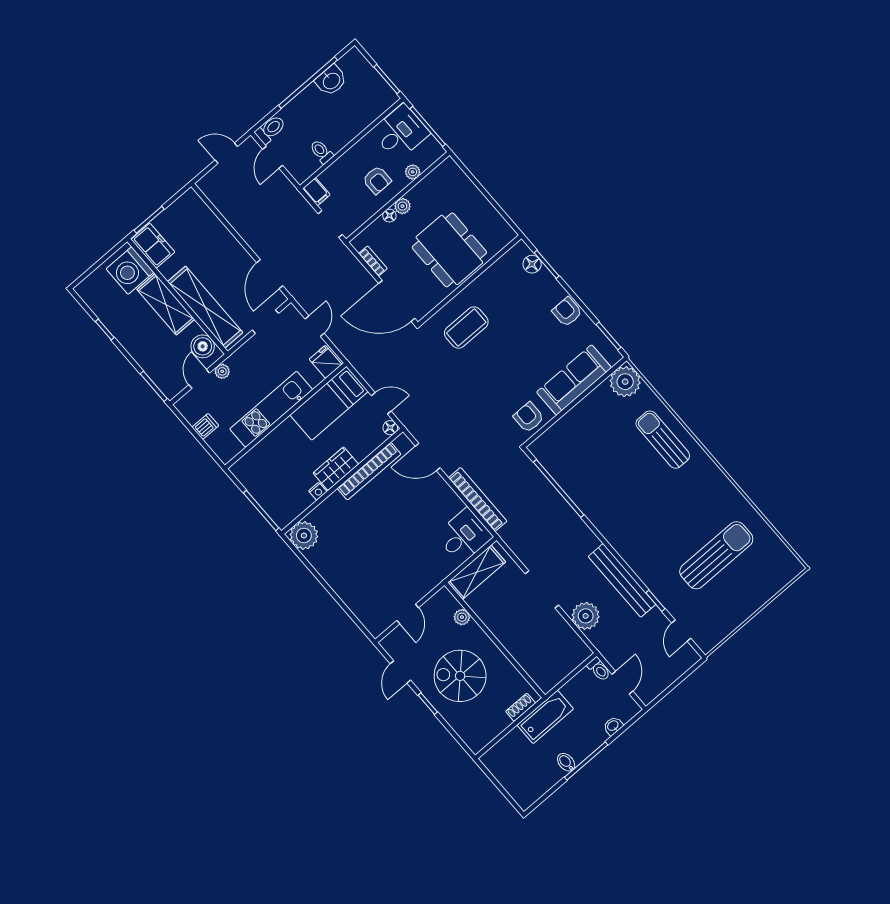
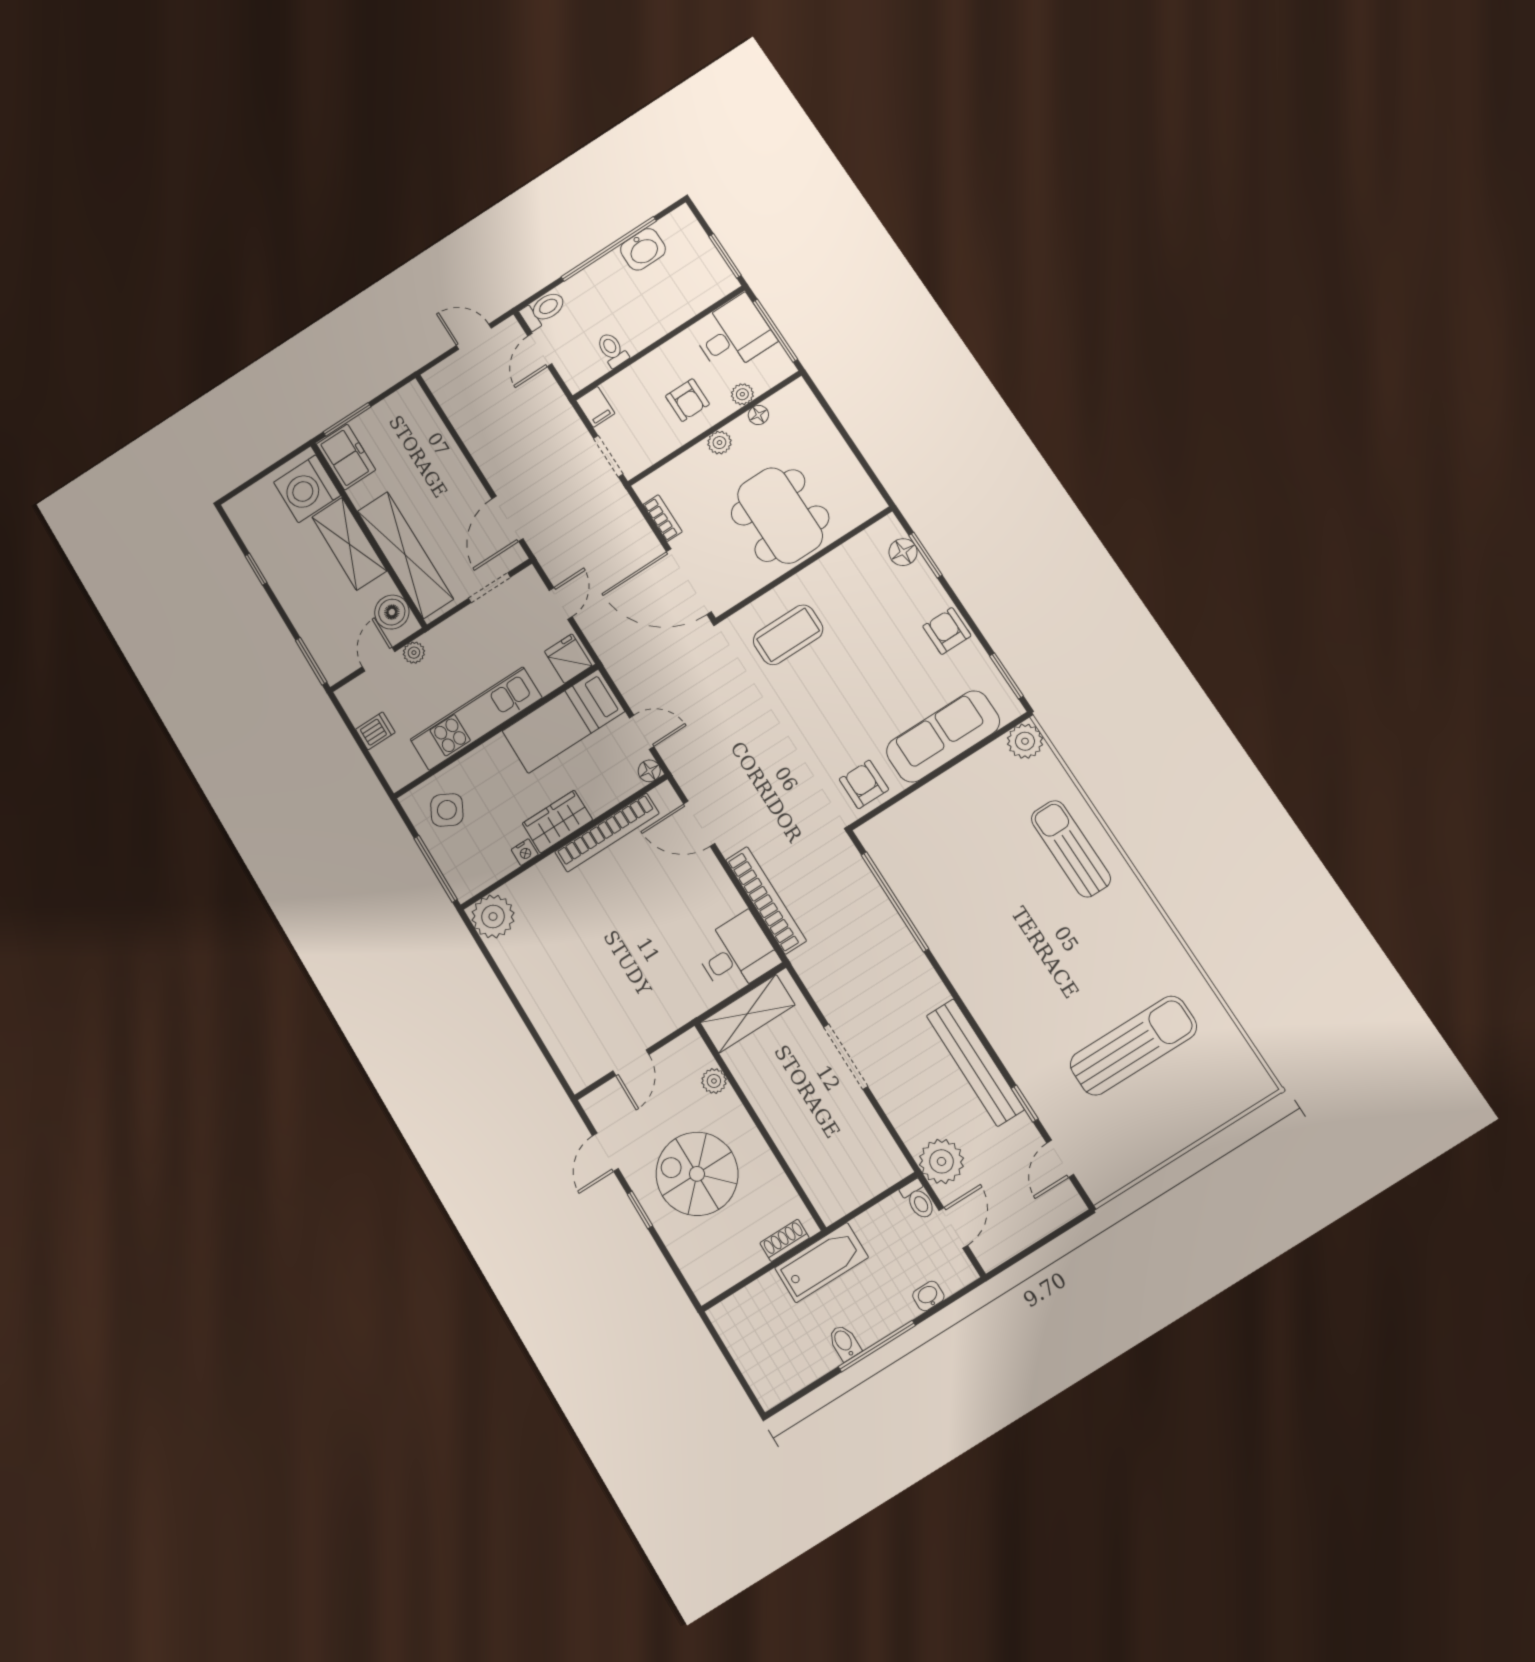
floor lamp: (389, 216) -> (758, 415), moved
plant: (625, 382) -> (1025, 741), width x0.73, depth x0.73
side table: (262, 471) -> (447, 810), added
plant: (586, 616) -> (941, 1161), moved

